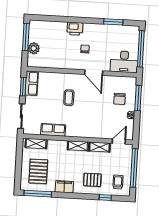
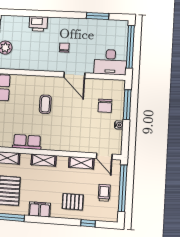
printer: (75, 29) -> (38, 24), moved
door: (119, 141) -> (104, 156), swing flipped
shelving: (78, 146) -> (44, 160), moved
trolley: (118, 182) -> (104, 193), moved

